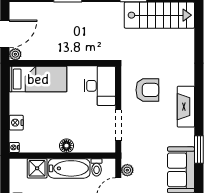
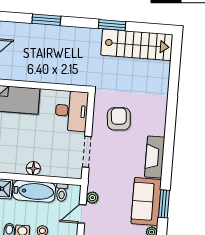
armchair: (147, 90) -> (119, 119), turned -95
fireplace: (186, 107) -> (155, 157), moved
window: (199, 149) -> (164, 204), moved

